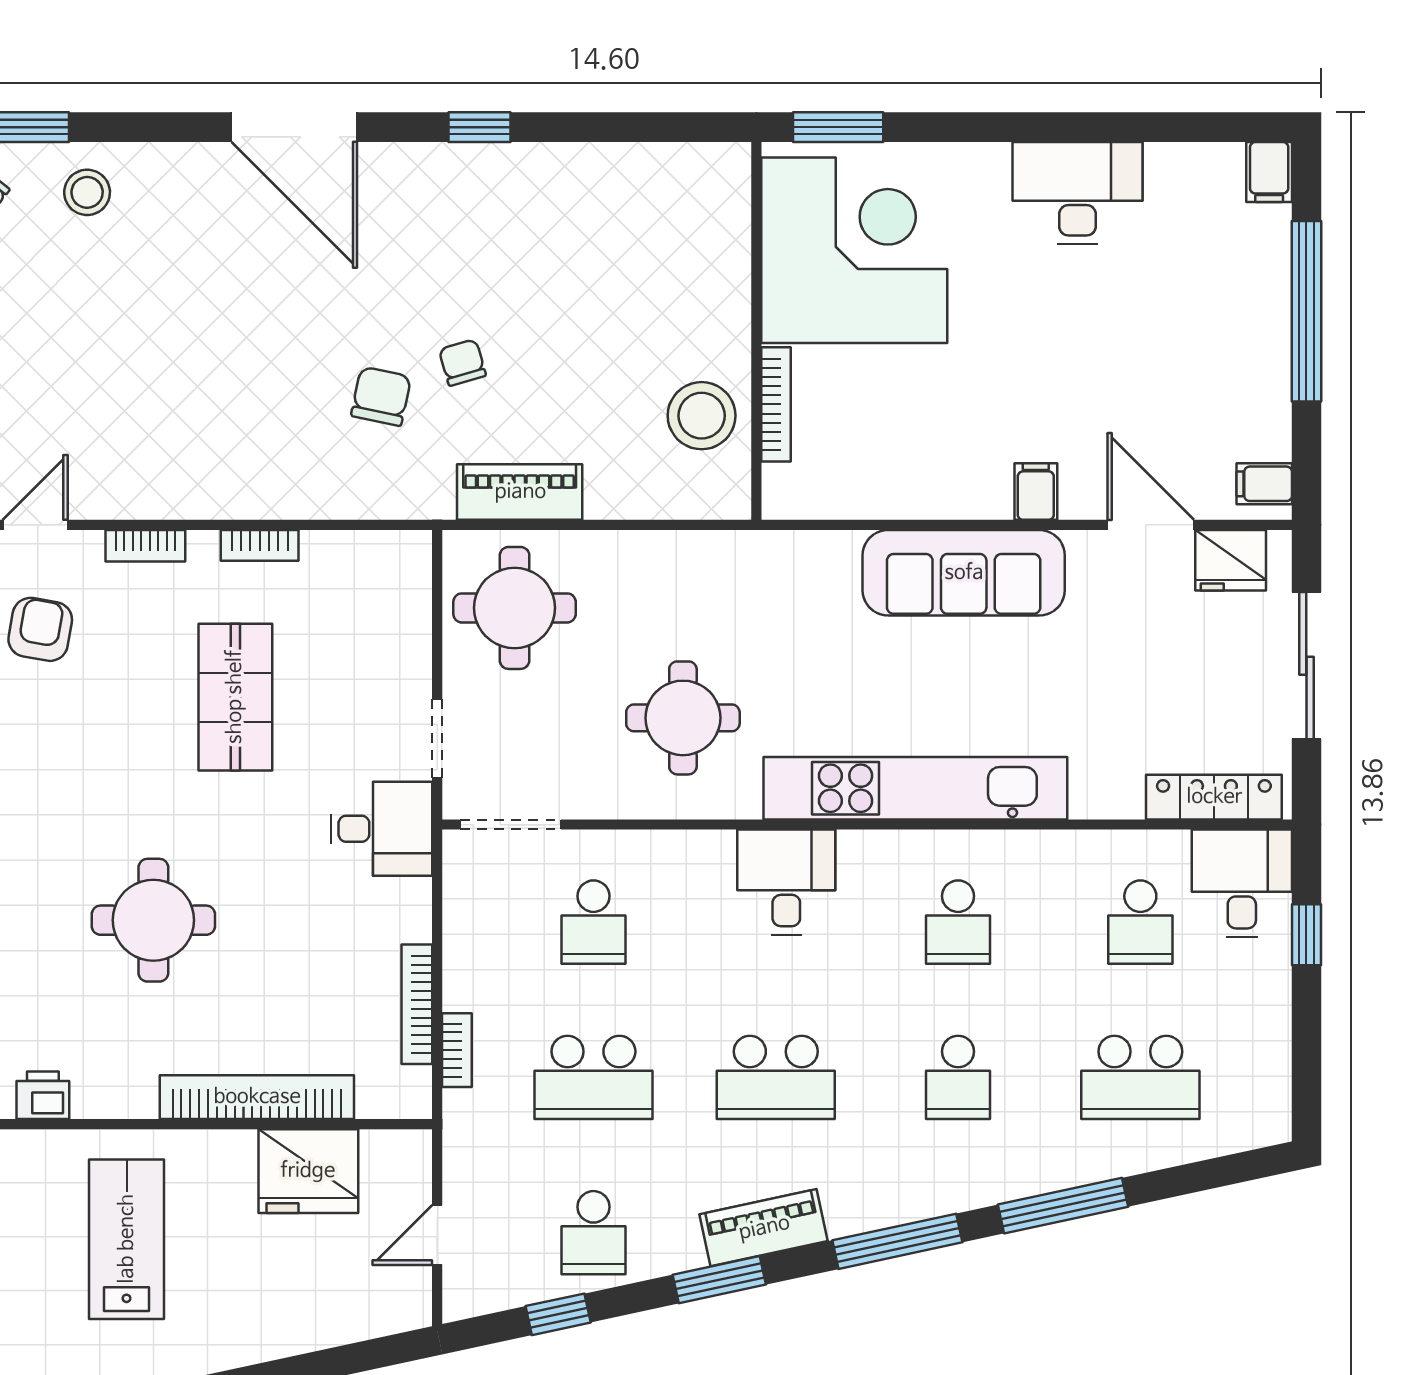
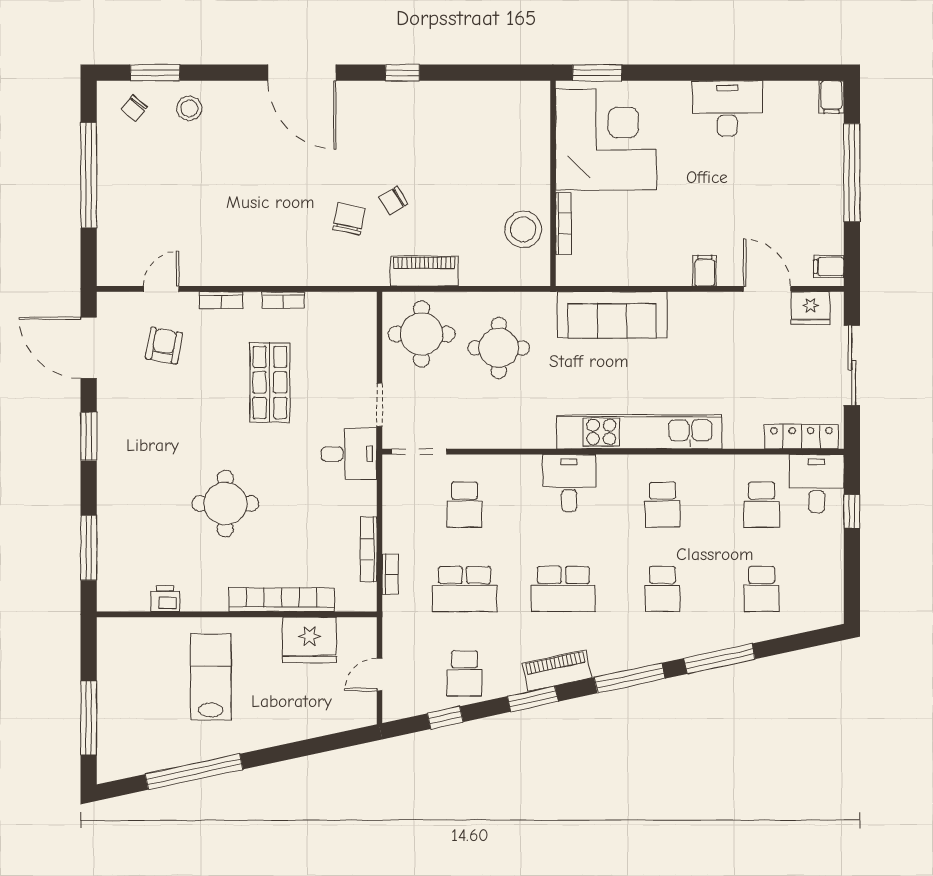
chair: (462, 363) -> (393, 201), turned -106
sofa: (964, 573) -> (612, 315), moved
round table: (683, 718) -> (499, 348), moved
school desk: (1140, 1077) -> (762, 589), width x0.54

